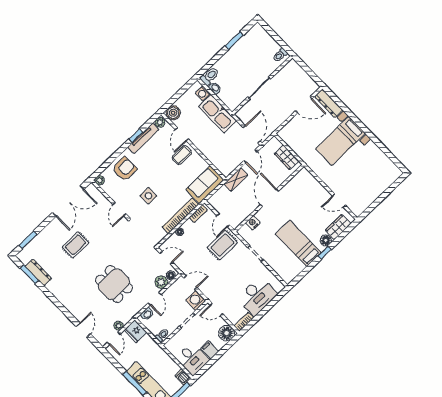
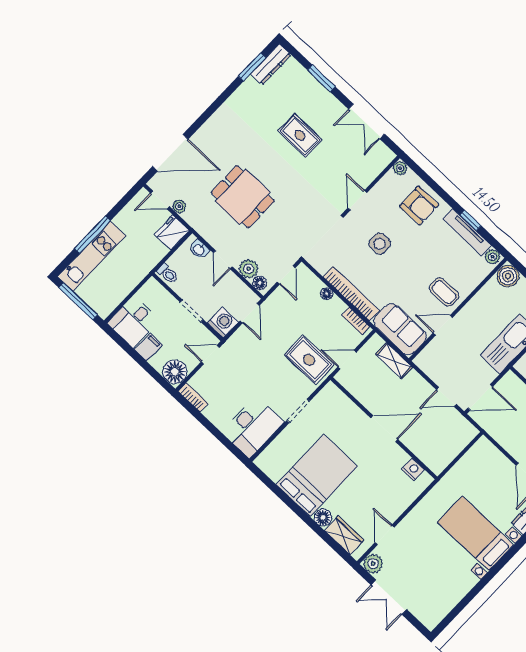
door: (182, 134) -> (443, 325), moved
wardrobe: (286, 157) -> (447, 452), removed
shelving: (236, 179) -> (394, 361), moved
double door: (380, 199) -> (389, 597), added
double door: (68, 201) -> (367, 122), width x0.73
door: (119, 209) -> (357, 200), hinge flipped
plant: (357, 209) -> (373, 564), added
nightstand: (253, 223) -> (413, 469), moved
window: (28, 240) -> (321, 78), moved
bed: (298, 243) -> (317, 475), width x1.50
window: (324, 253) -> (304, 516), removed
dresser: (38, 272) -> (271, 64), moved
dining table: (114, 284) -> (243, 197), turned 90
desk: (257, 296) -> (253, 427), moved, turned -90
door: (155, 299) -> (223, 260), hinge flipped
door: (216, 309) -> (210, 355), hinge flipped
door: (83, 330) -> (170, 153), width x1.88
dishwasher: (183, 377) -> (105, 308), removed

